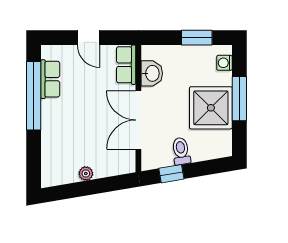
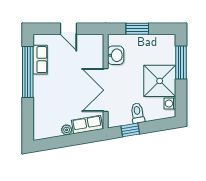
window: (197, 38) -> (137, 29), moved
washing machine: (225, 63) -> (170, 103), moved
row of seats: (126, 65) -> (87, 125), moved, turned 80
window: (239, 99) -> (181, 63), moved

